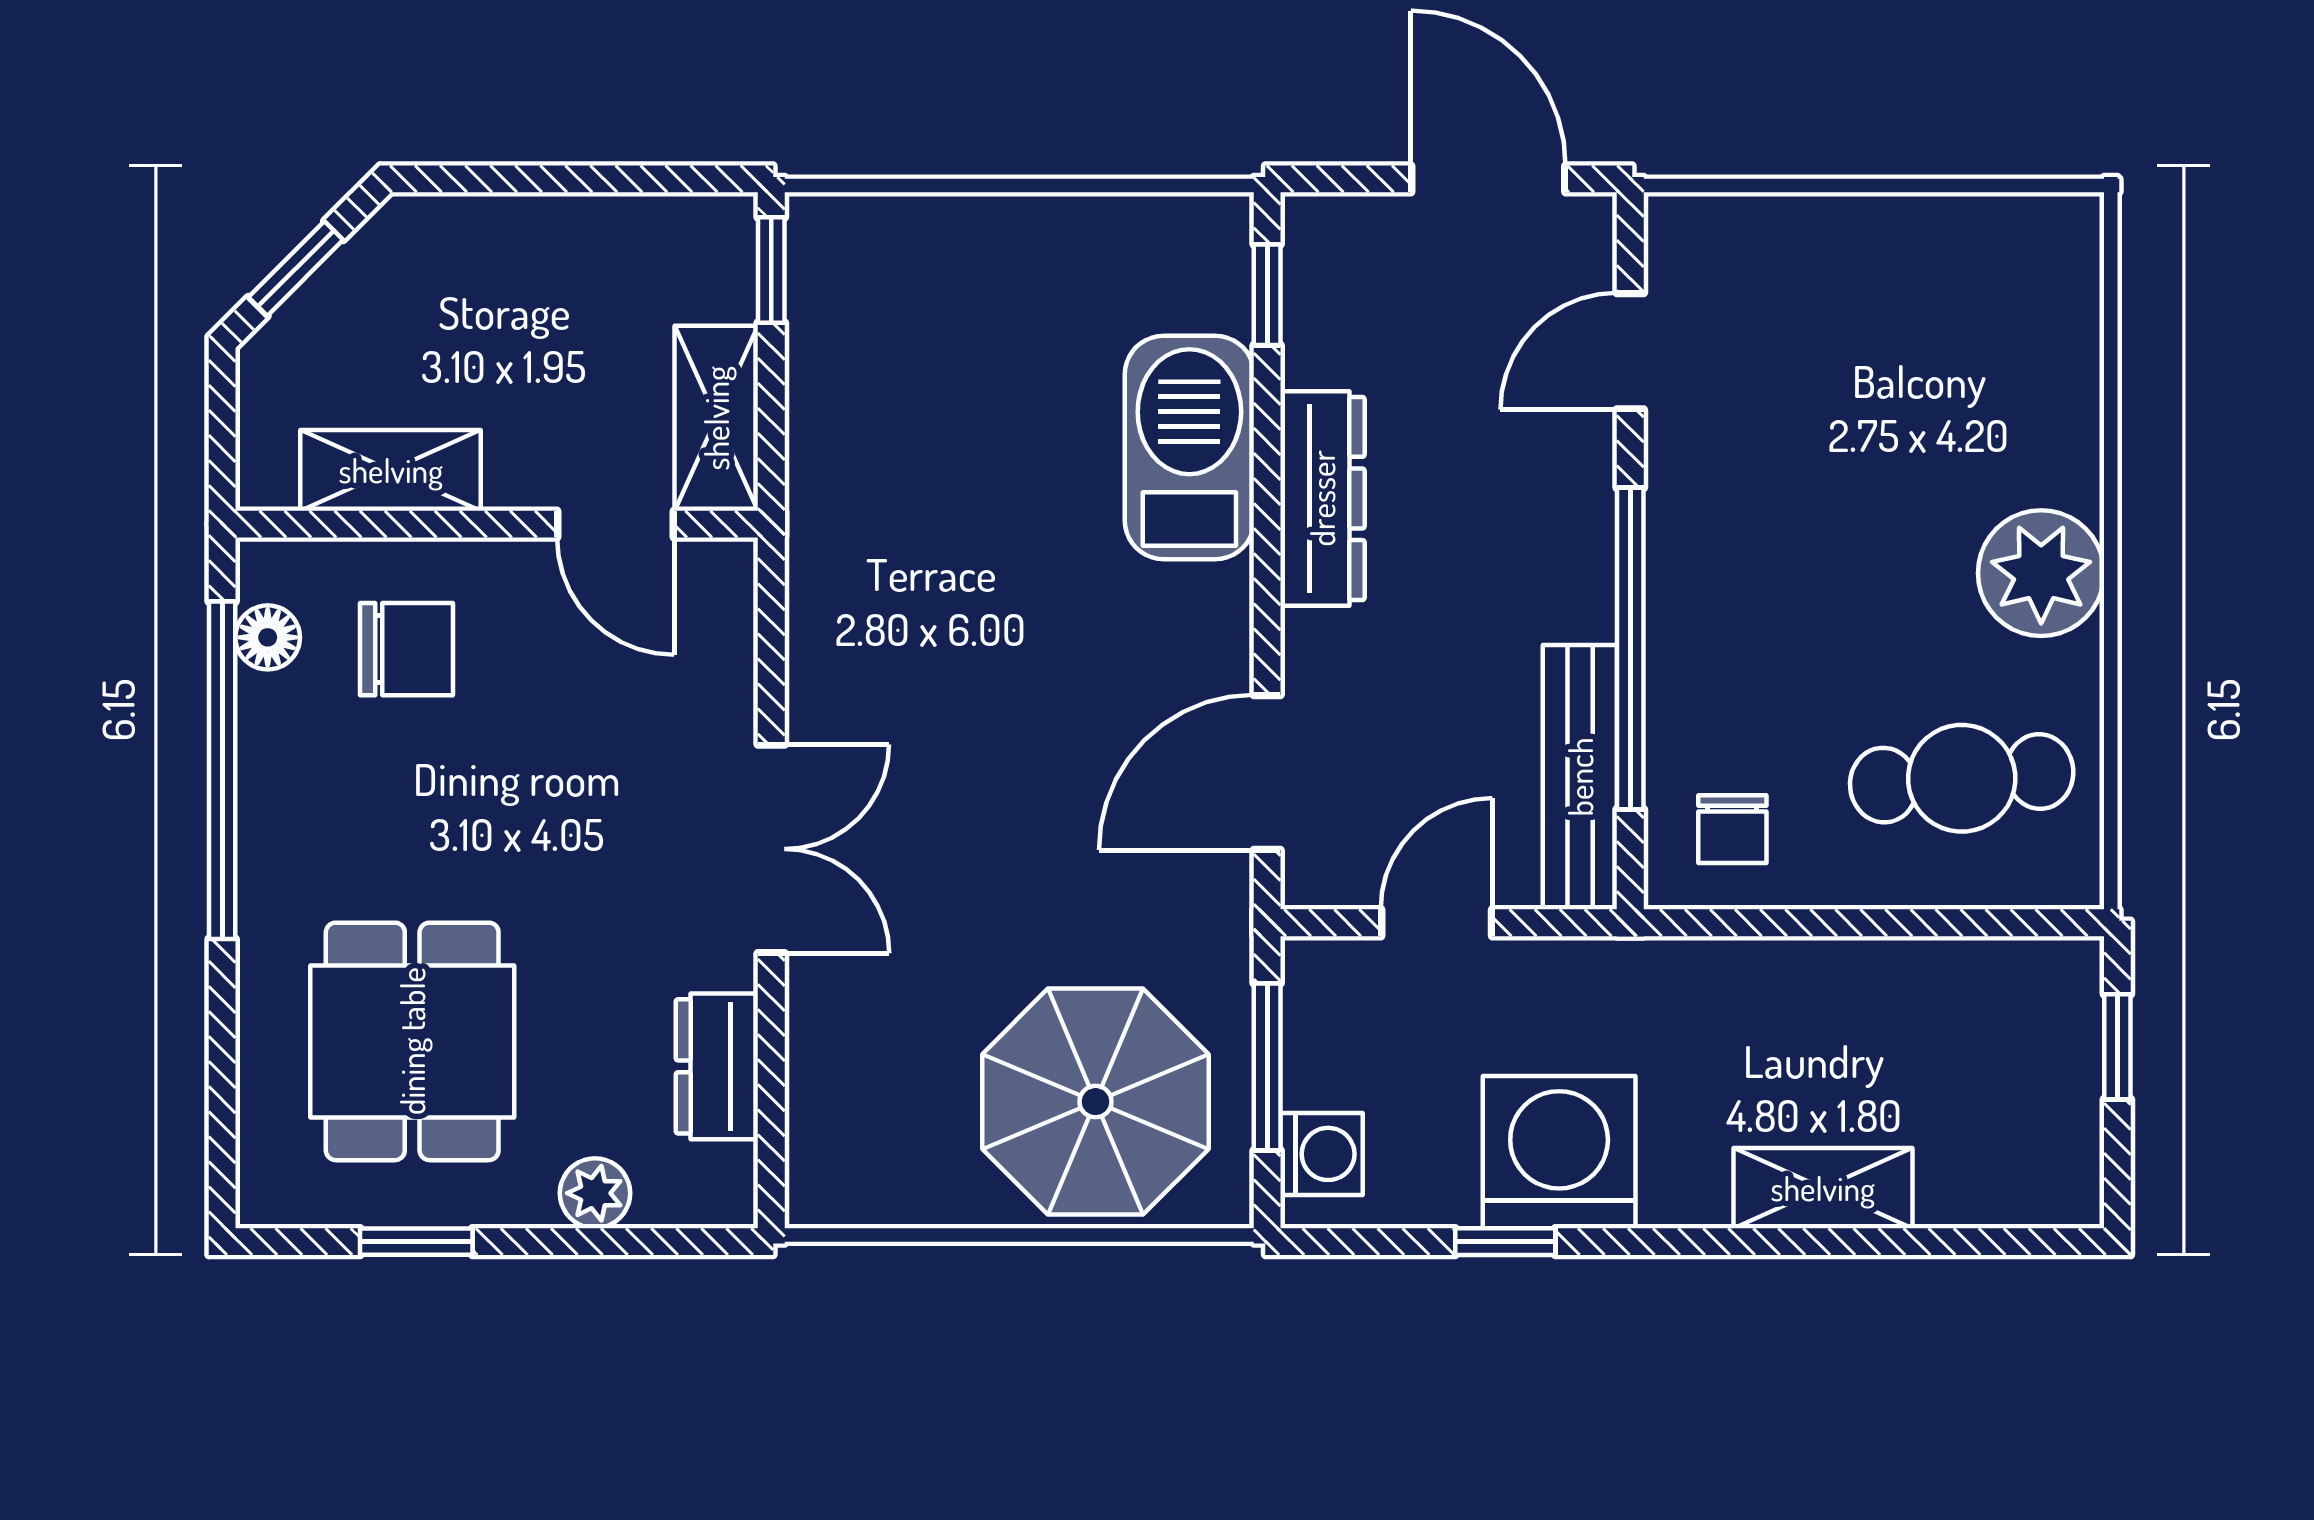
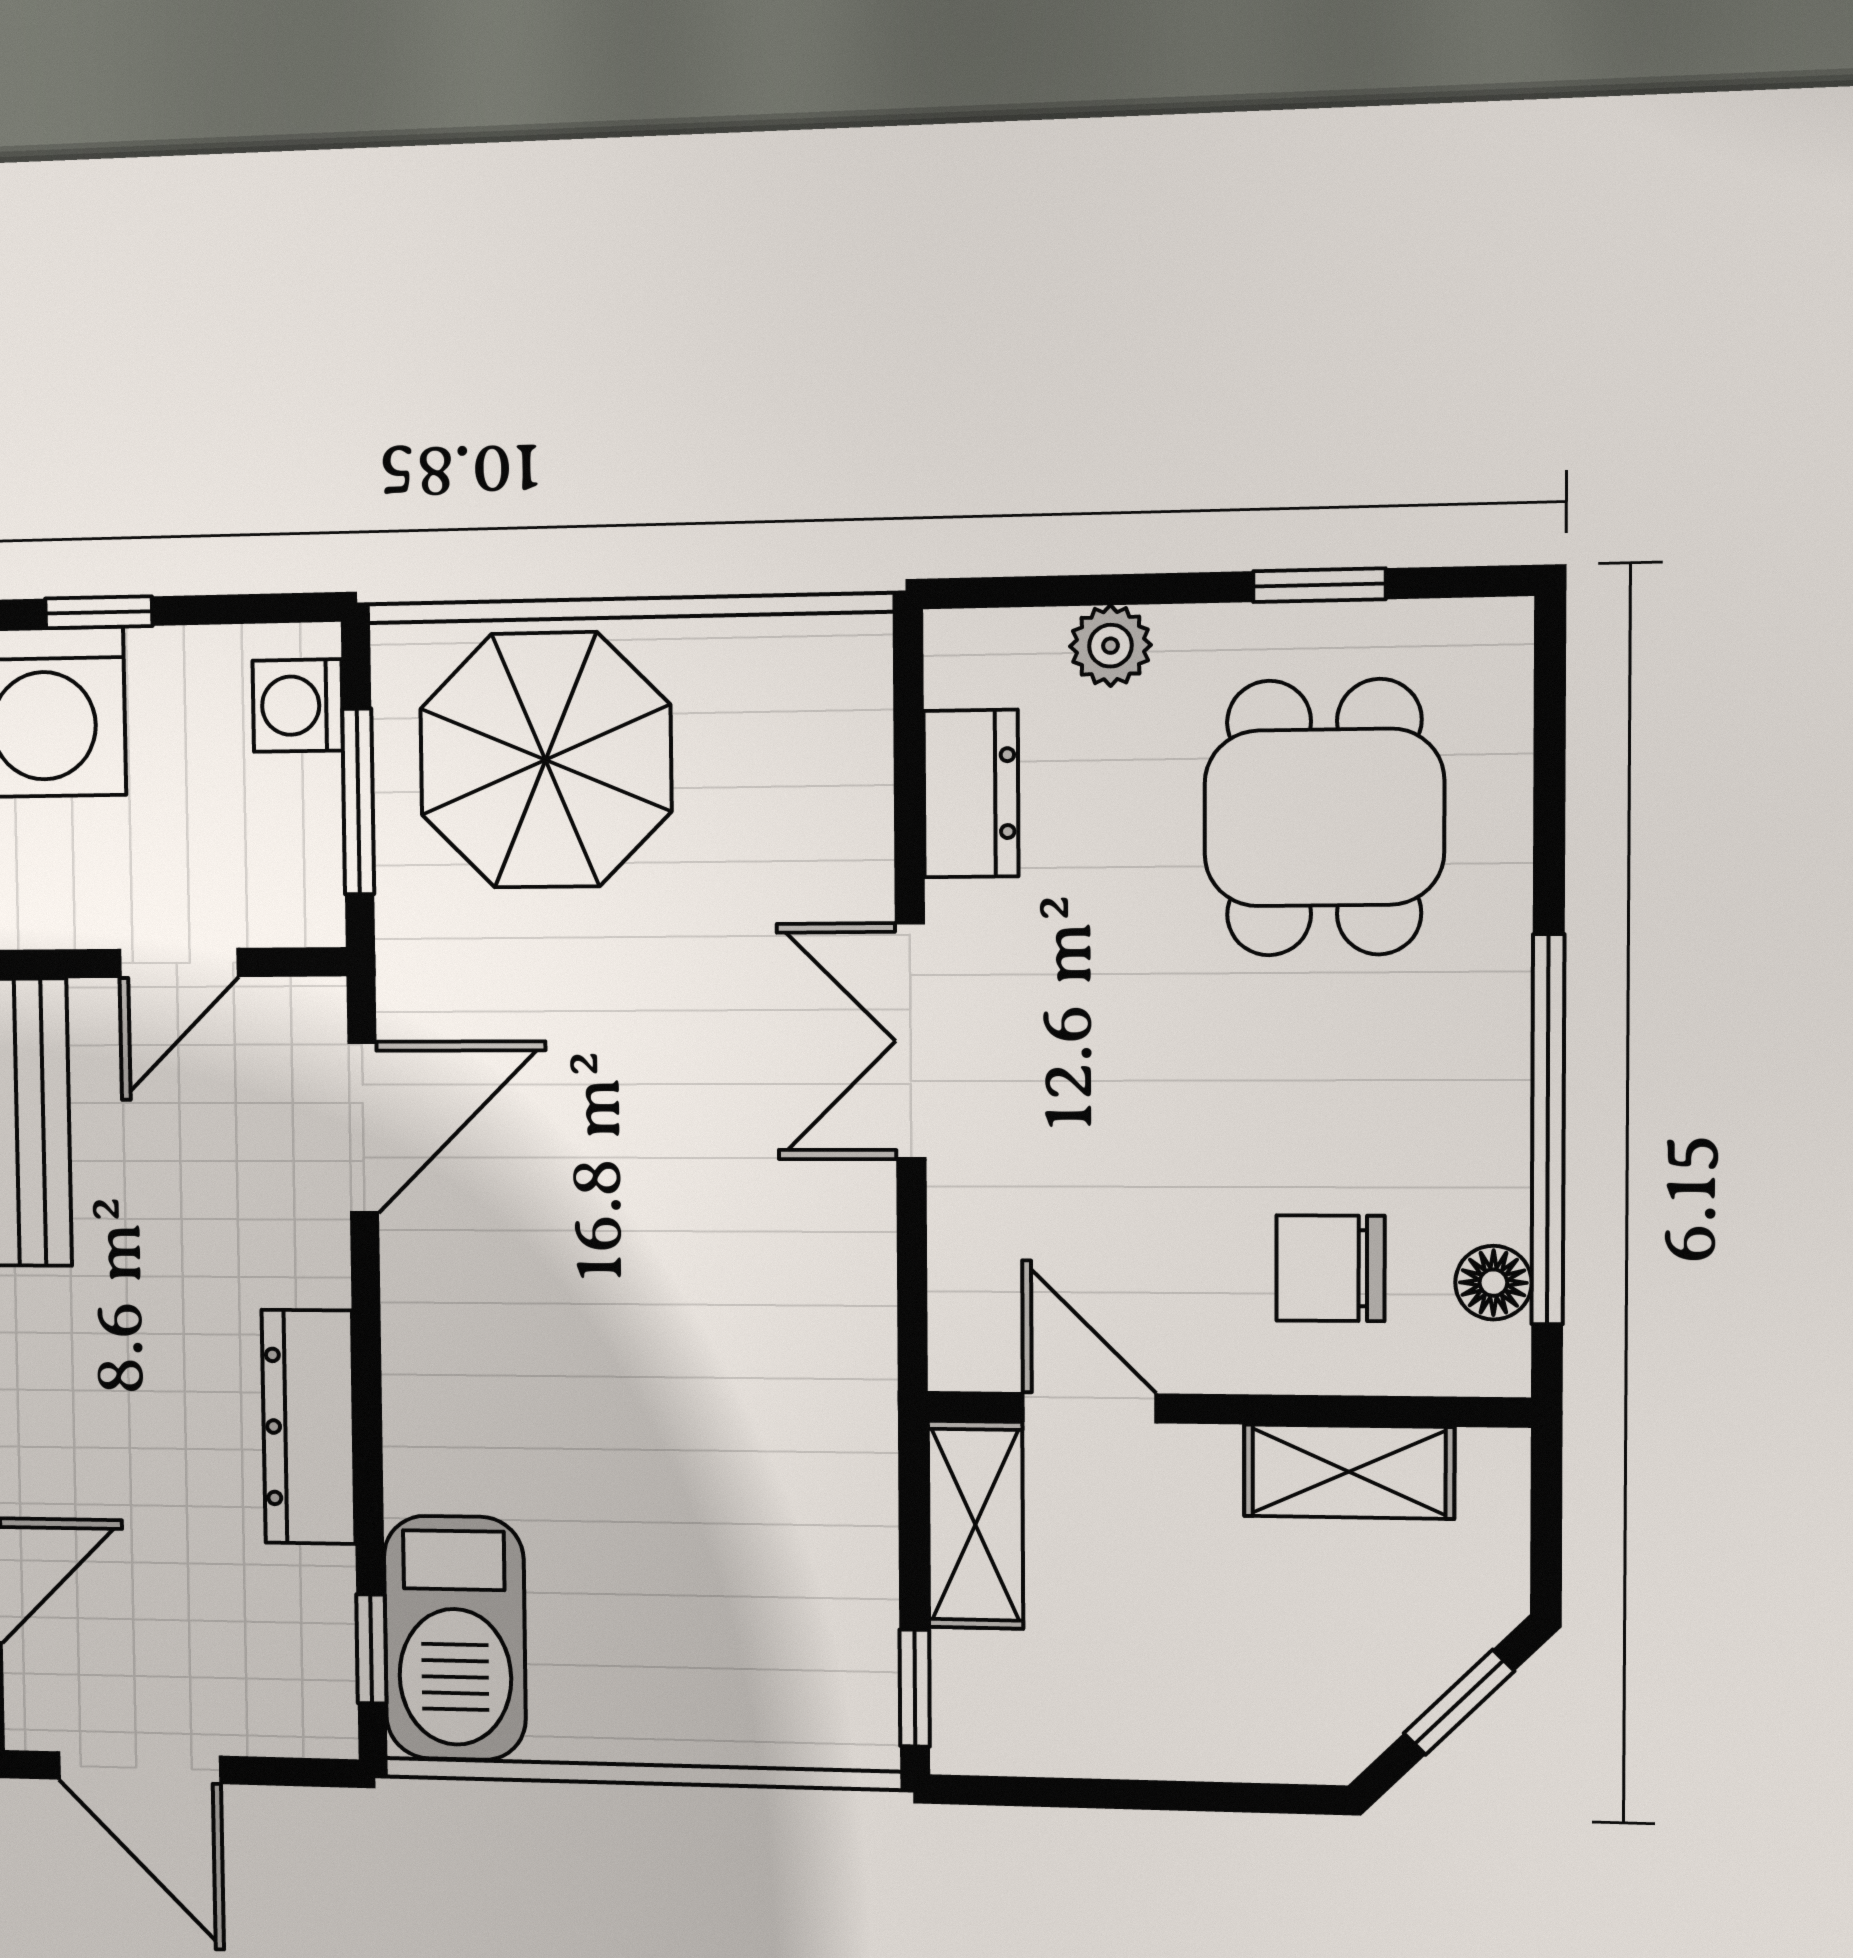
barbecue: (1189, 447) -> (455, 1638), moved

